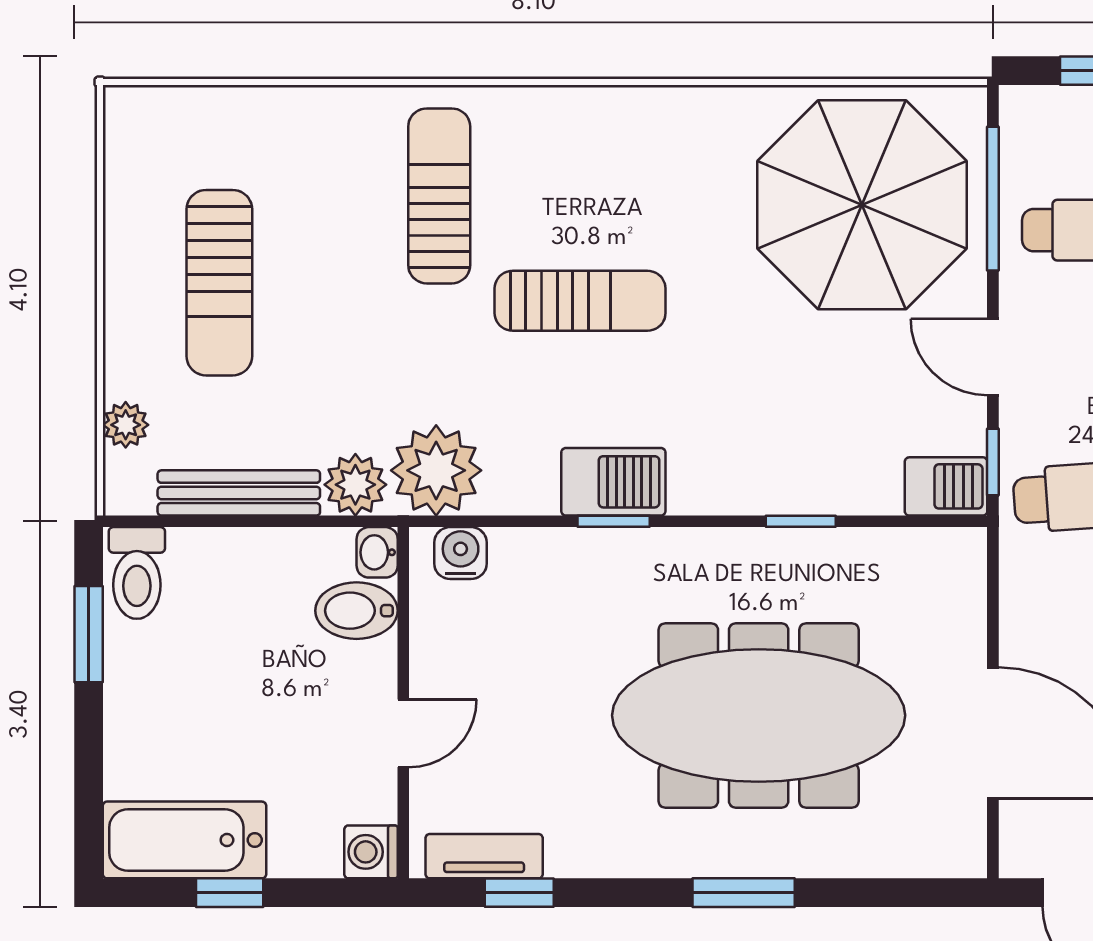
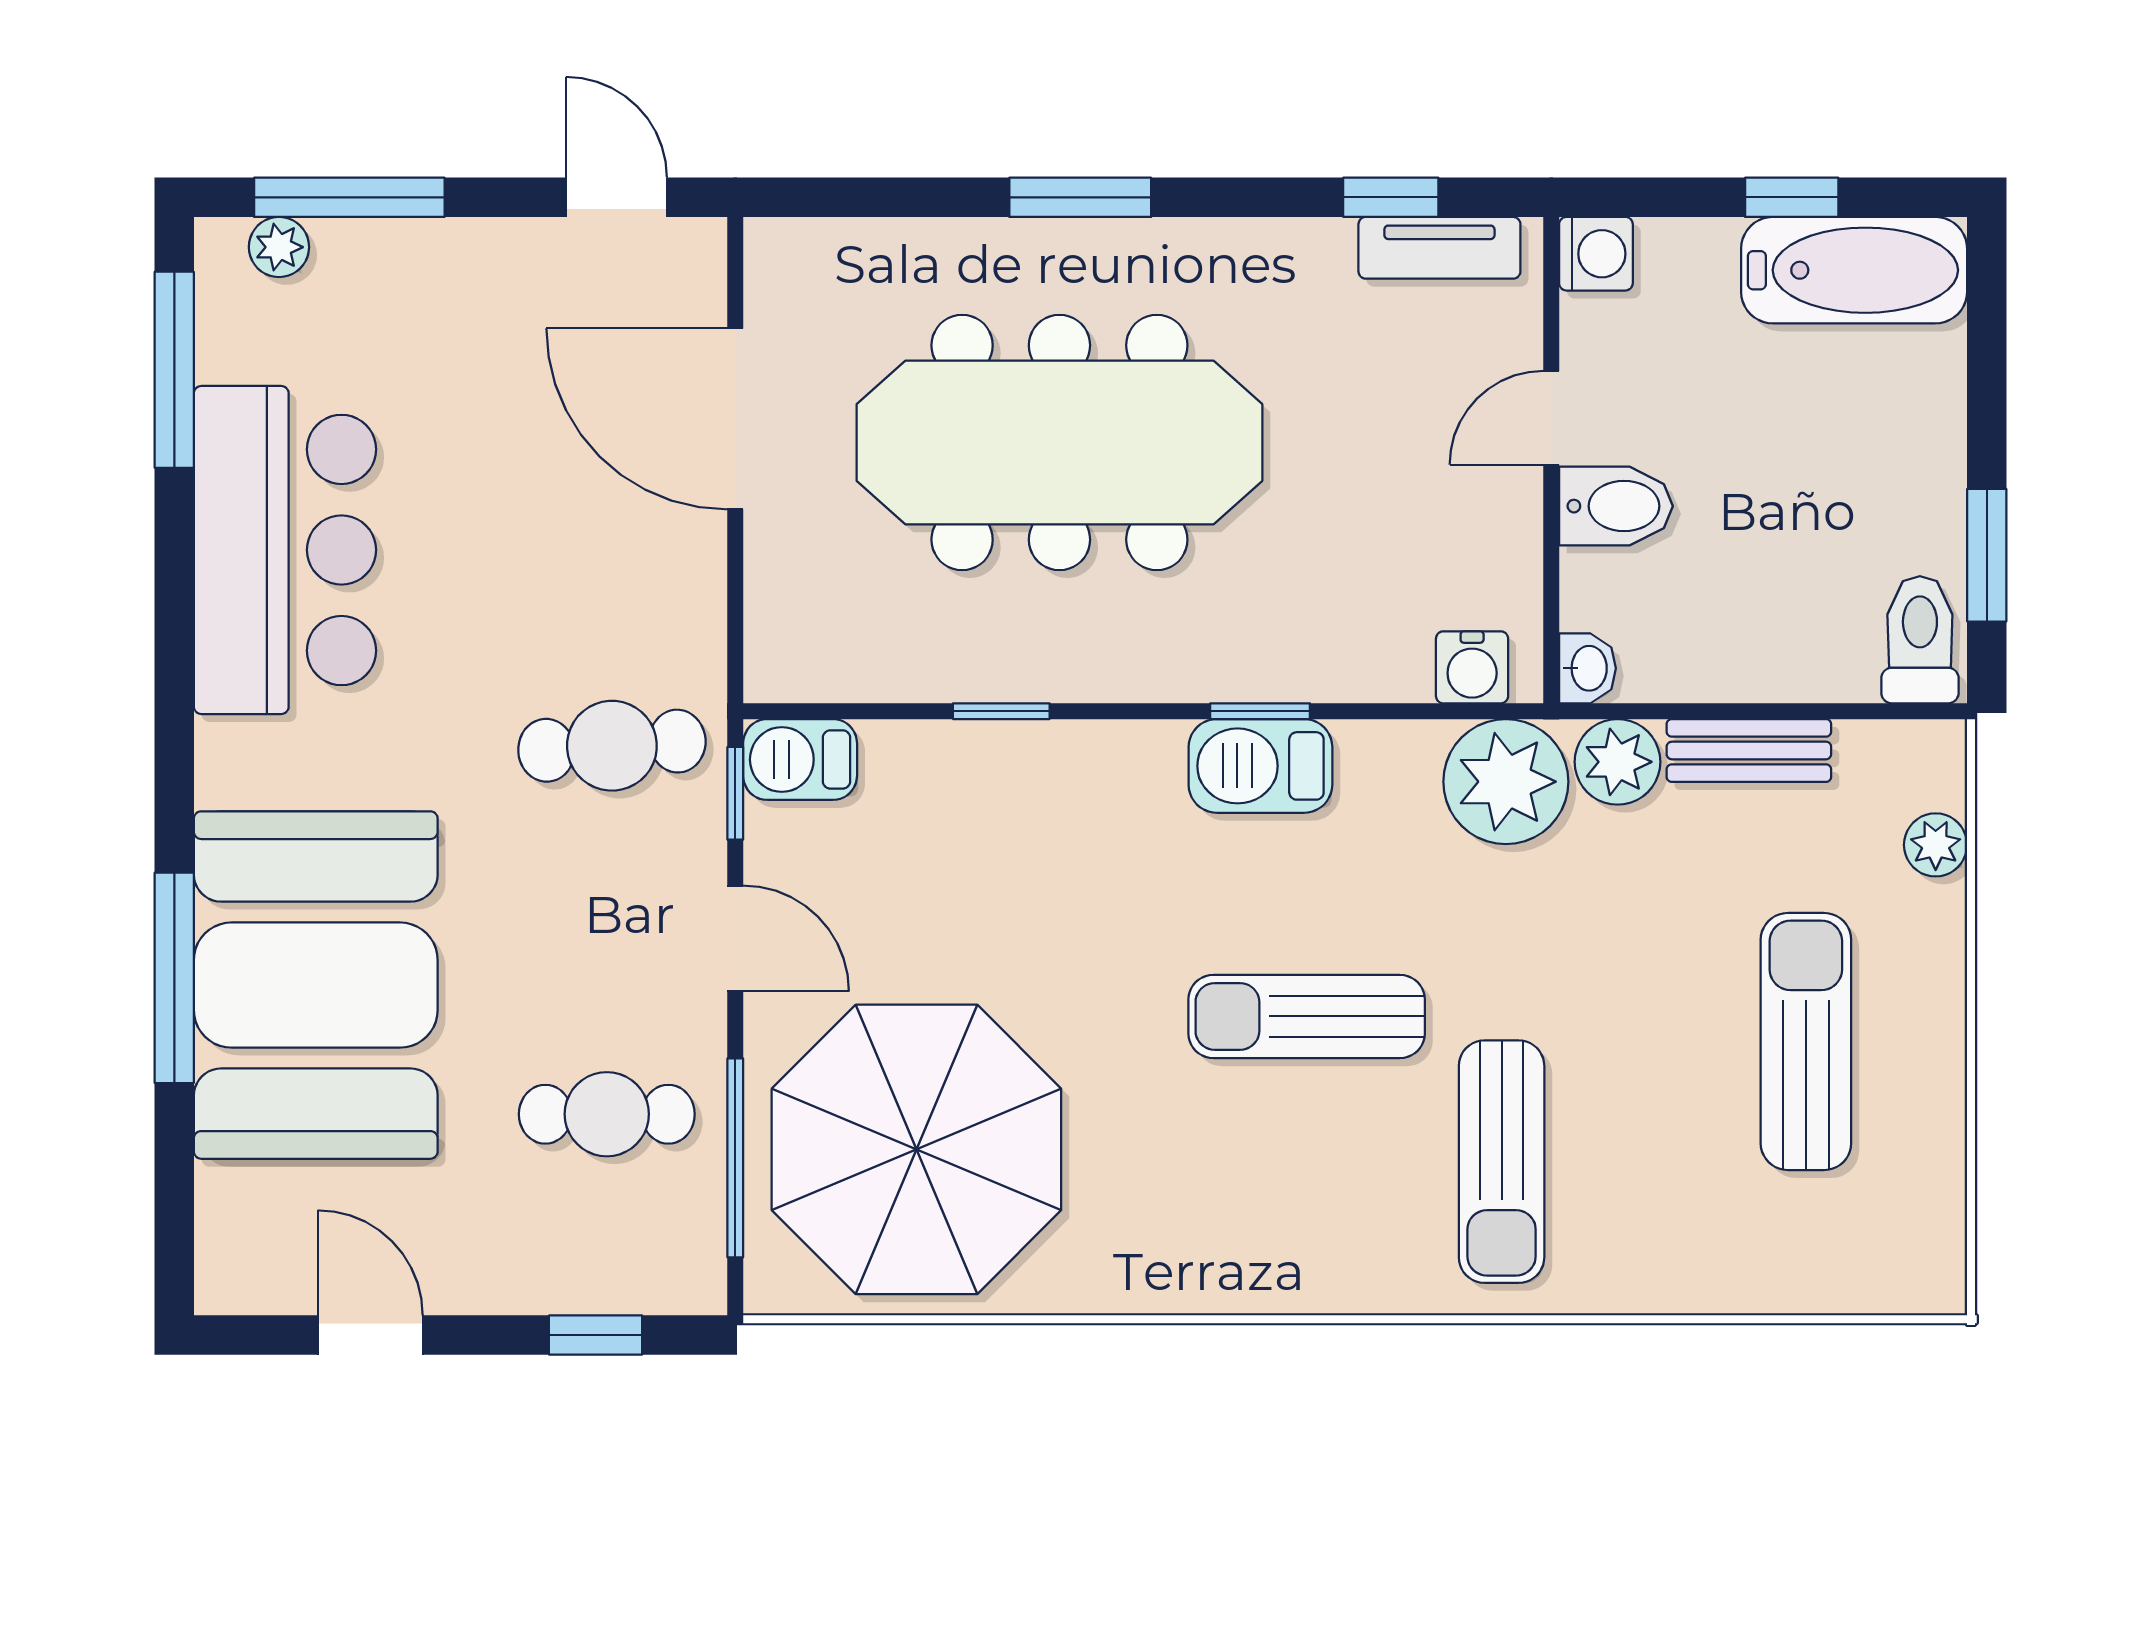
bench: (239, 493) -> (1749, 750), width x0.73
bidet: (356, 611) -> (1616, 506), moved

